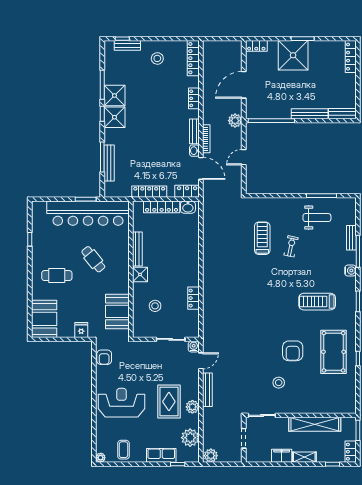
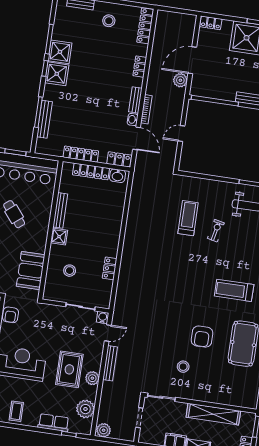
plant: (235, 121) -> (180, 80), moved

